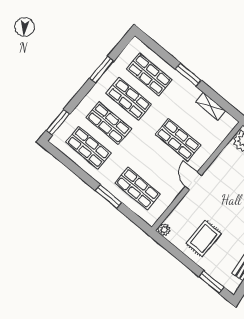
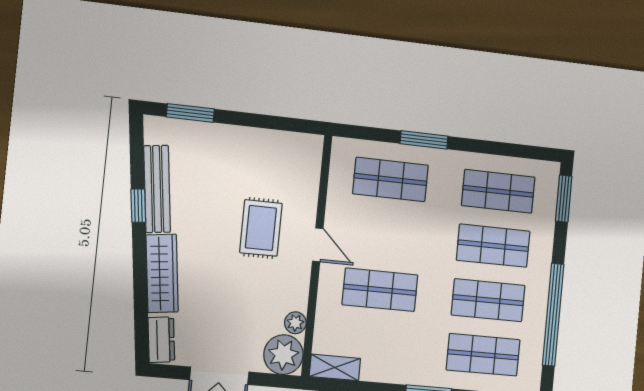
window: (101, 70) -> (553, 315), width x2.11
shelving: (210, 106) -> (335, 367), moved
plant: (164, 230) -> (295, 323), moved
rug: (204, 239) -> (261, 228), moved

